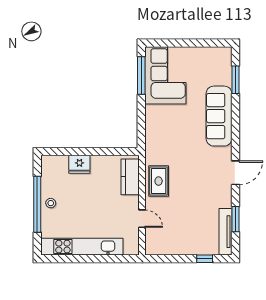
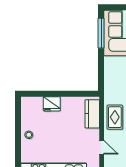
window: (37, 204) -> (18, 136), removed

